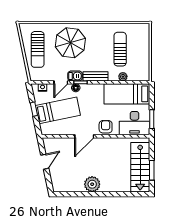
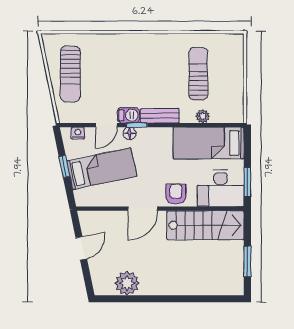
parasol: (70, 43) -> (121, 64), removed
stairs: (140, 167) -> (205, 225), moved, turned -90
plant: (92, 184) -> (127, 283), moved

